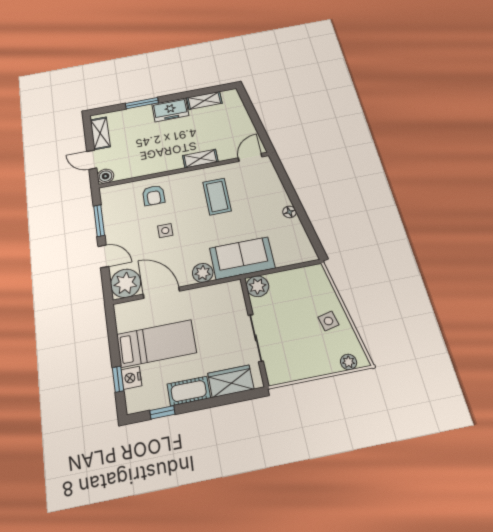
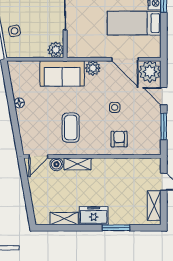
boiler: (106, 176) -> (56, 164), moved
side table: (328, 321) -> (15, 31), moved

